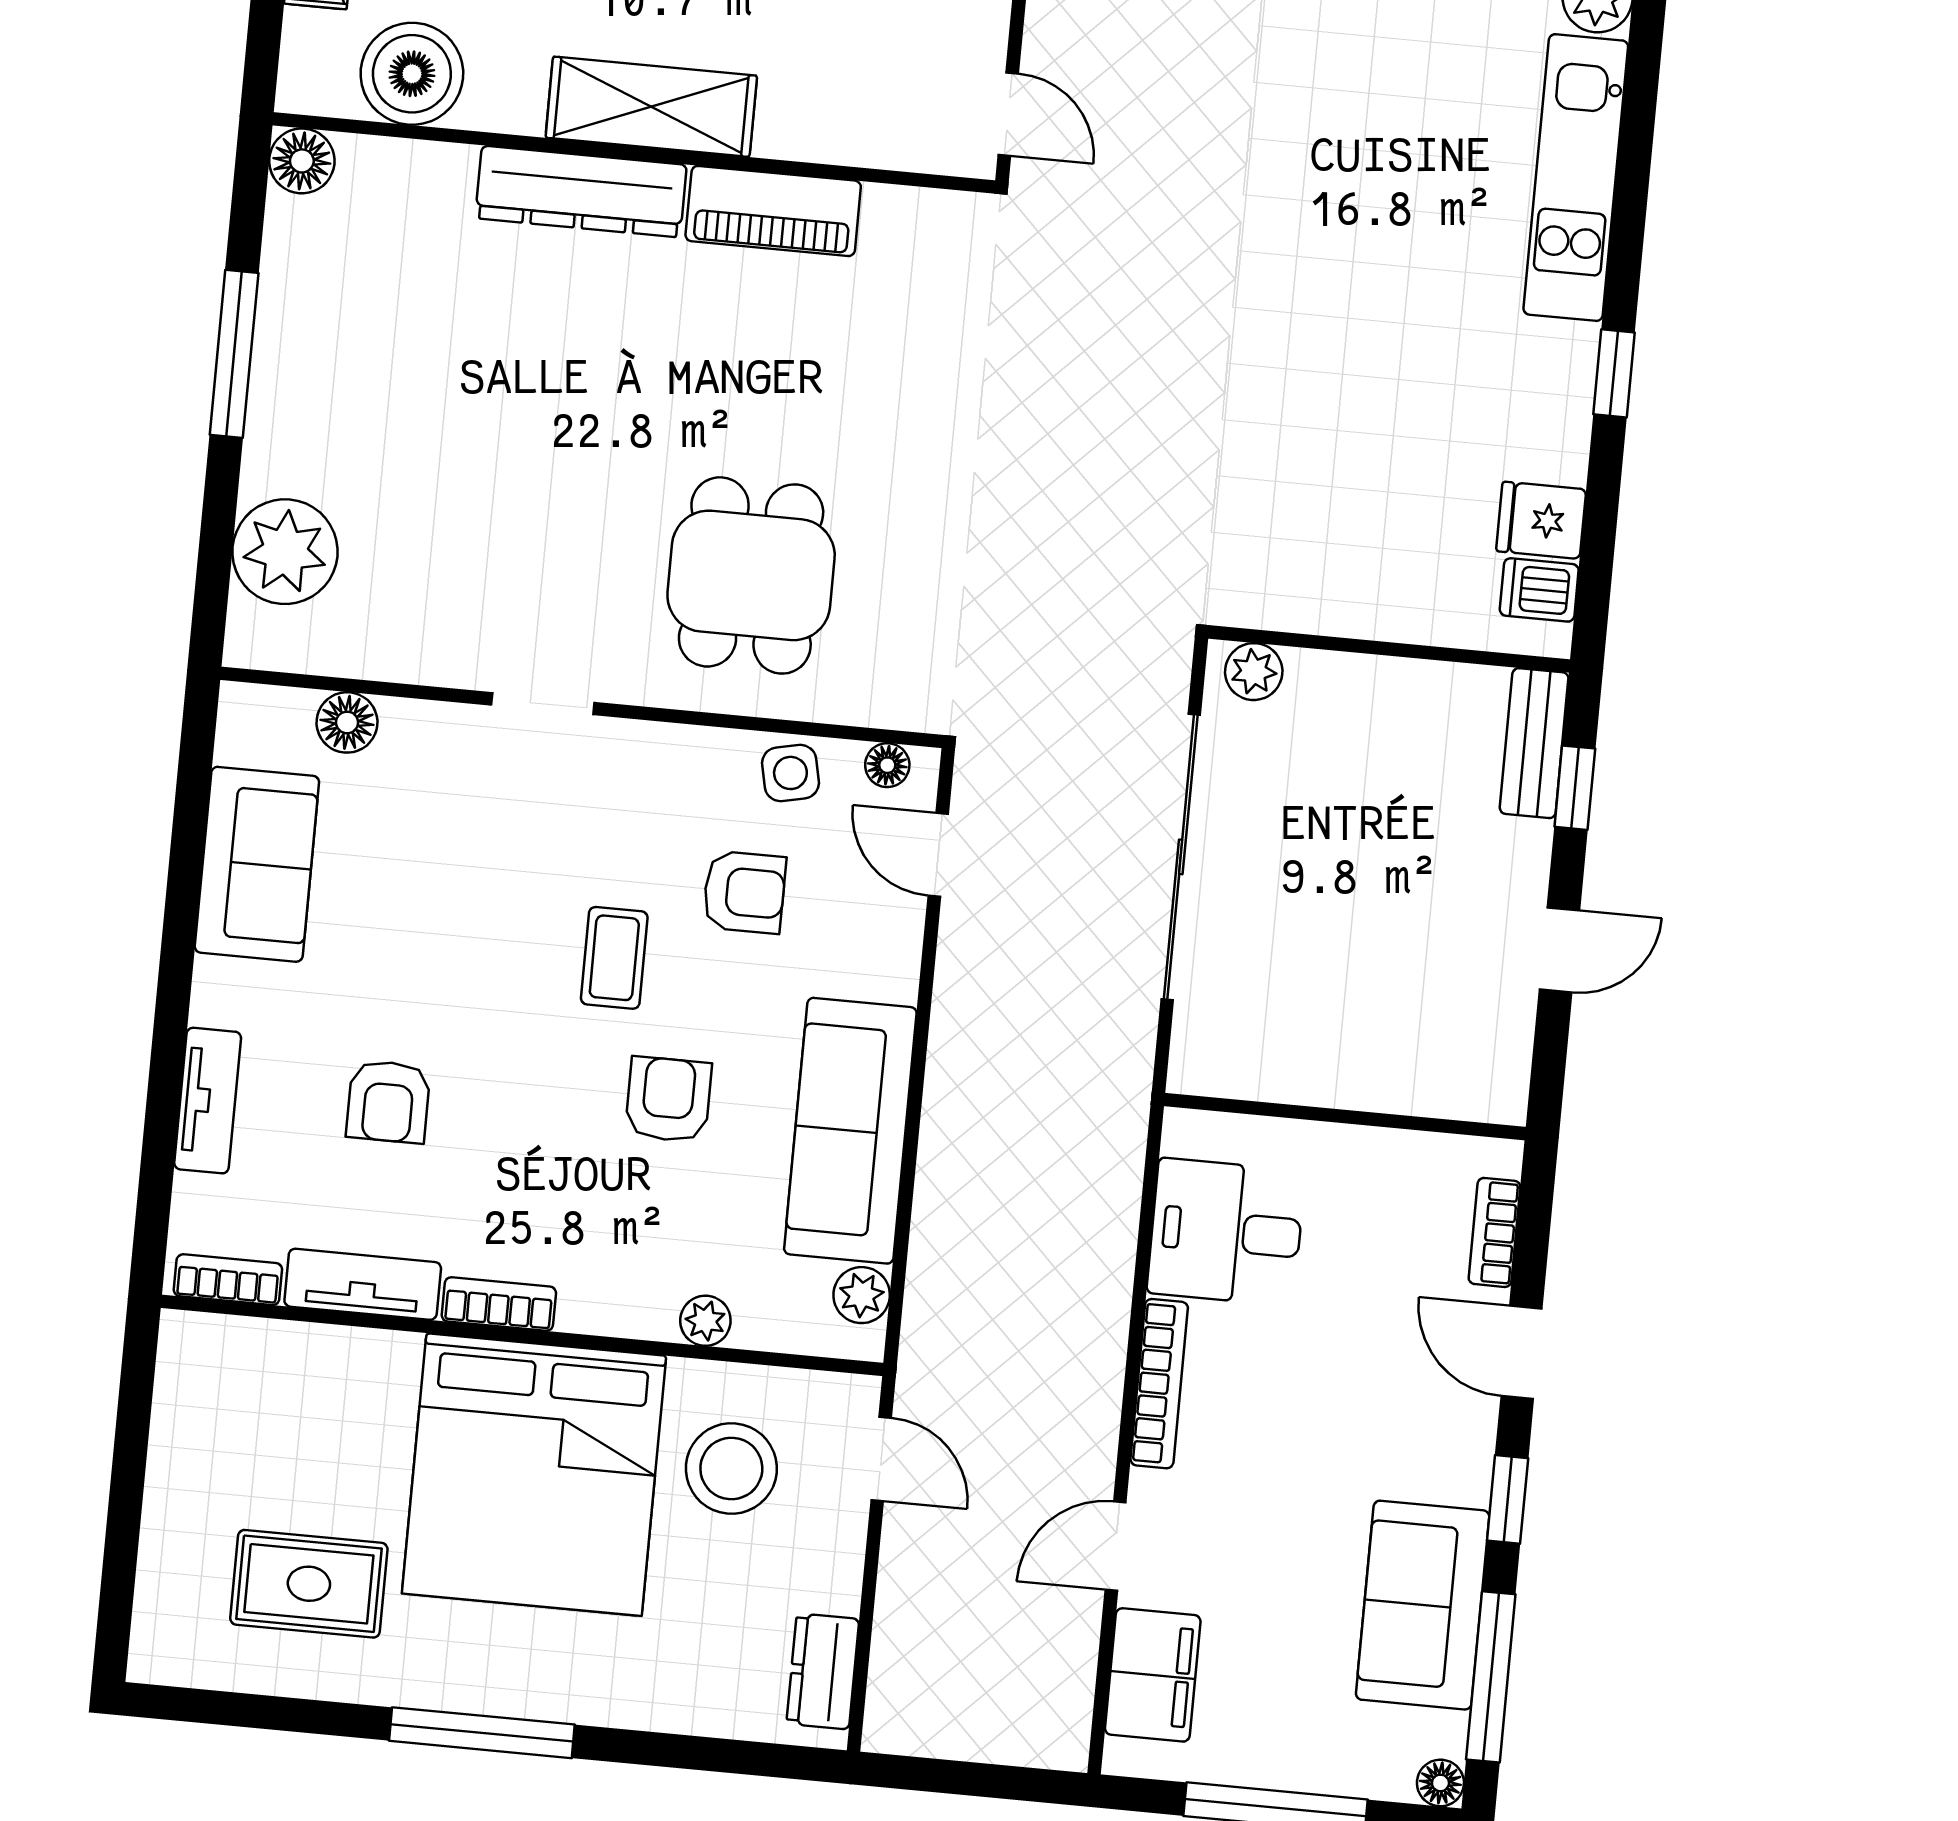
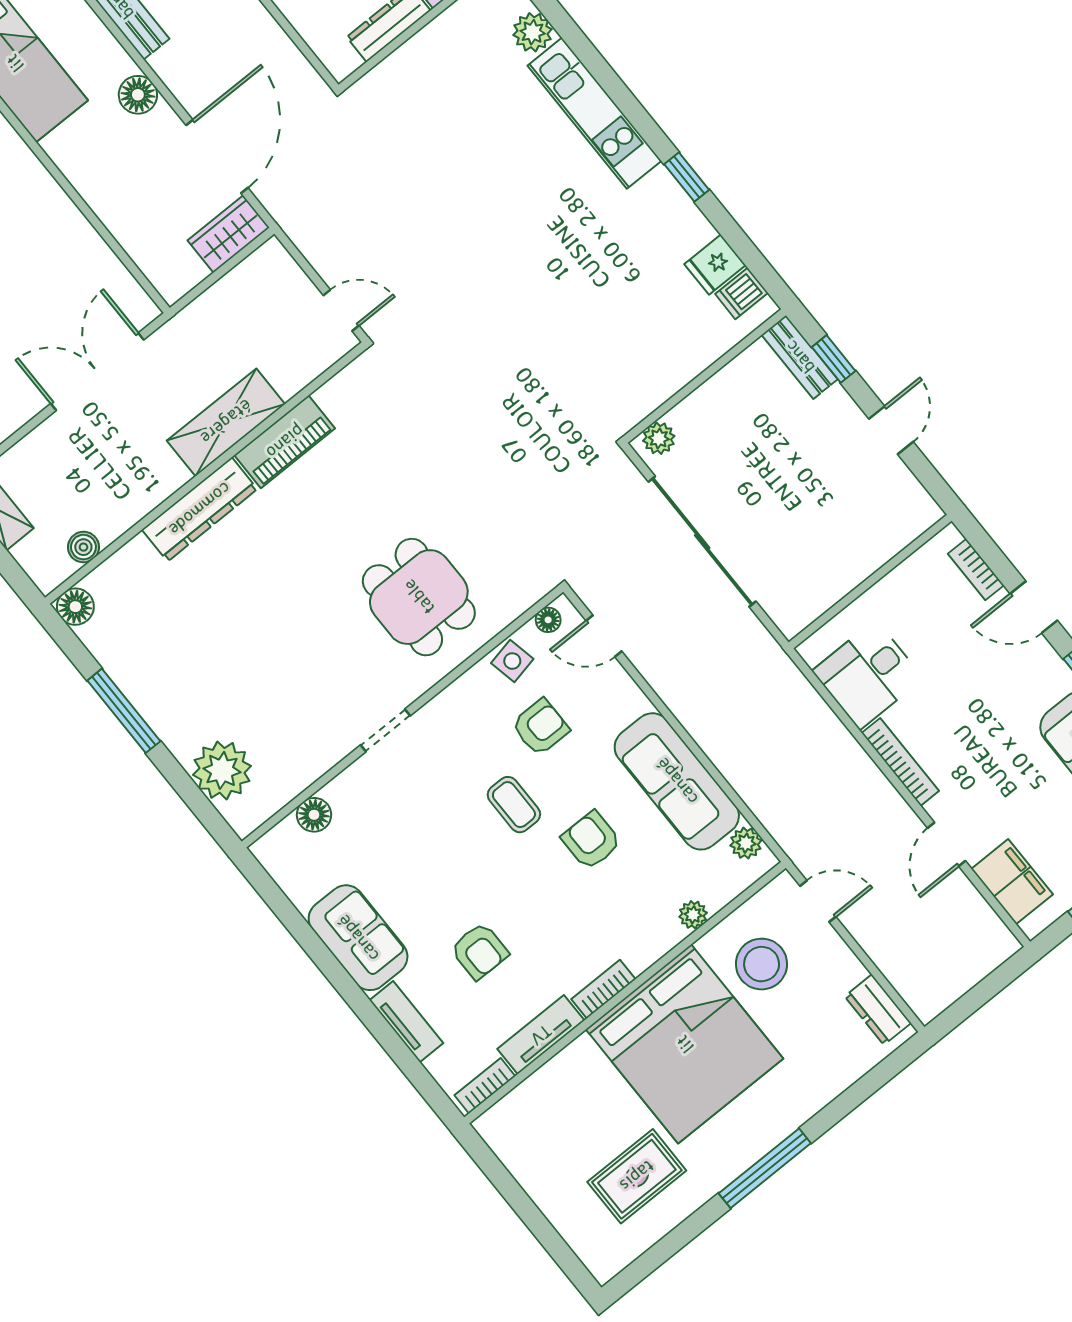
boiler: (412, 74) -> (83, 547), width x0.54, depth x0.54
shelving: (651, 107) -> (226, 422), moved
sofa: (257, 864) -> (358, 938), moved

